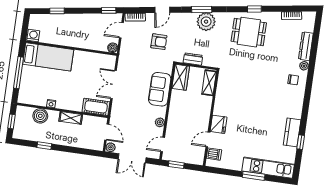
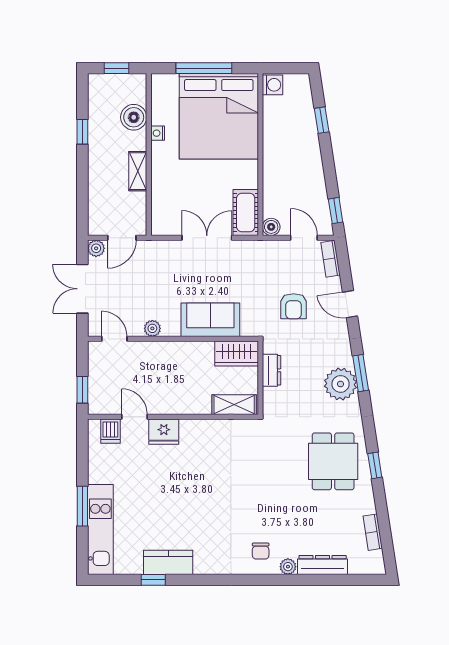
bed: (48, 57) -> (219, 116), width x2.04
cot: (96, 107) -> (246, 213), moved
window: (176, 165) -> (82, 390), moved

